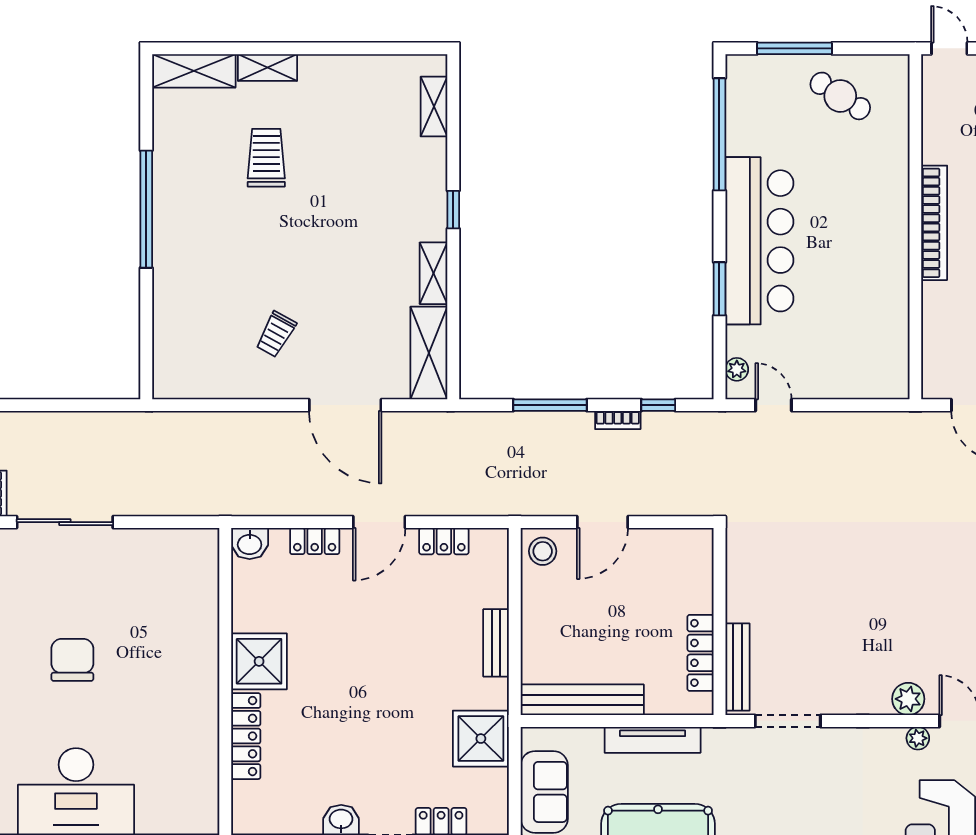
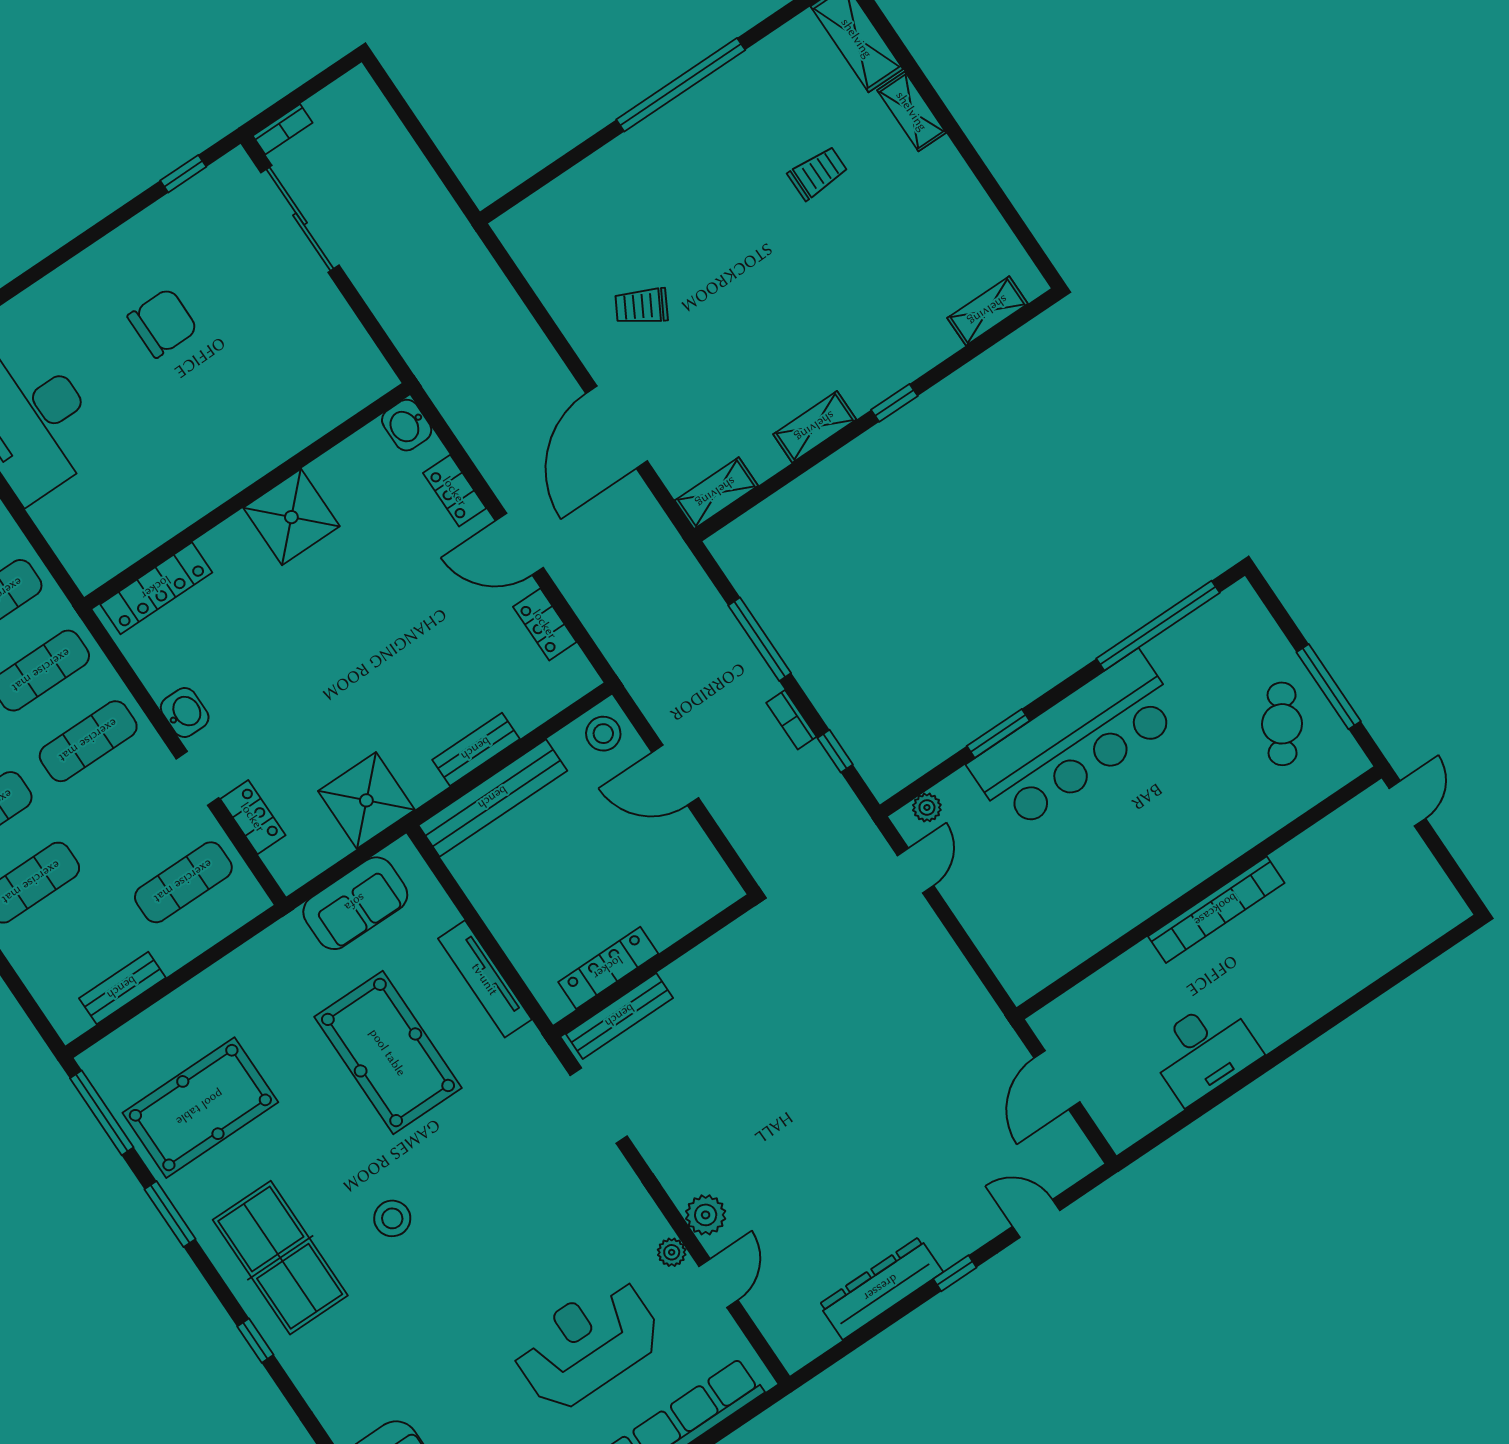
window: (794, 48) -> (1329, 687), moved
trolley: (266, 158) -> (818, 173), width x0.73, depth x0.72
shelving: (429, 353) -> (716, 493), width x0.67, depth x0.75
bench: (582, 700) -> (493, 798), moved, turned 90
locker: (246, 736) -> (156, 588), moved

